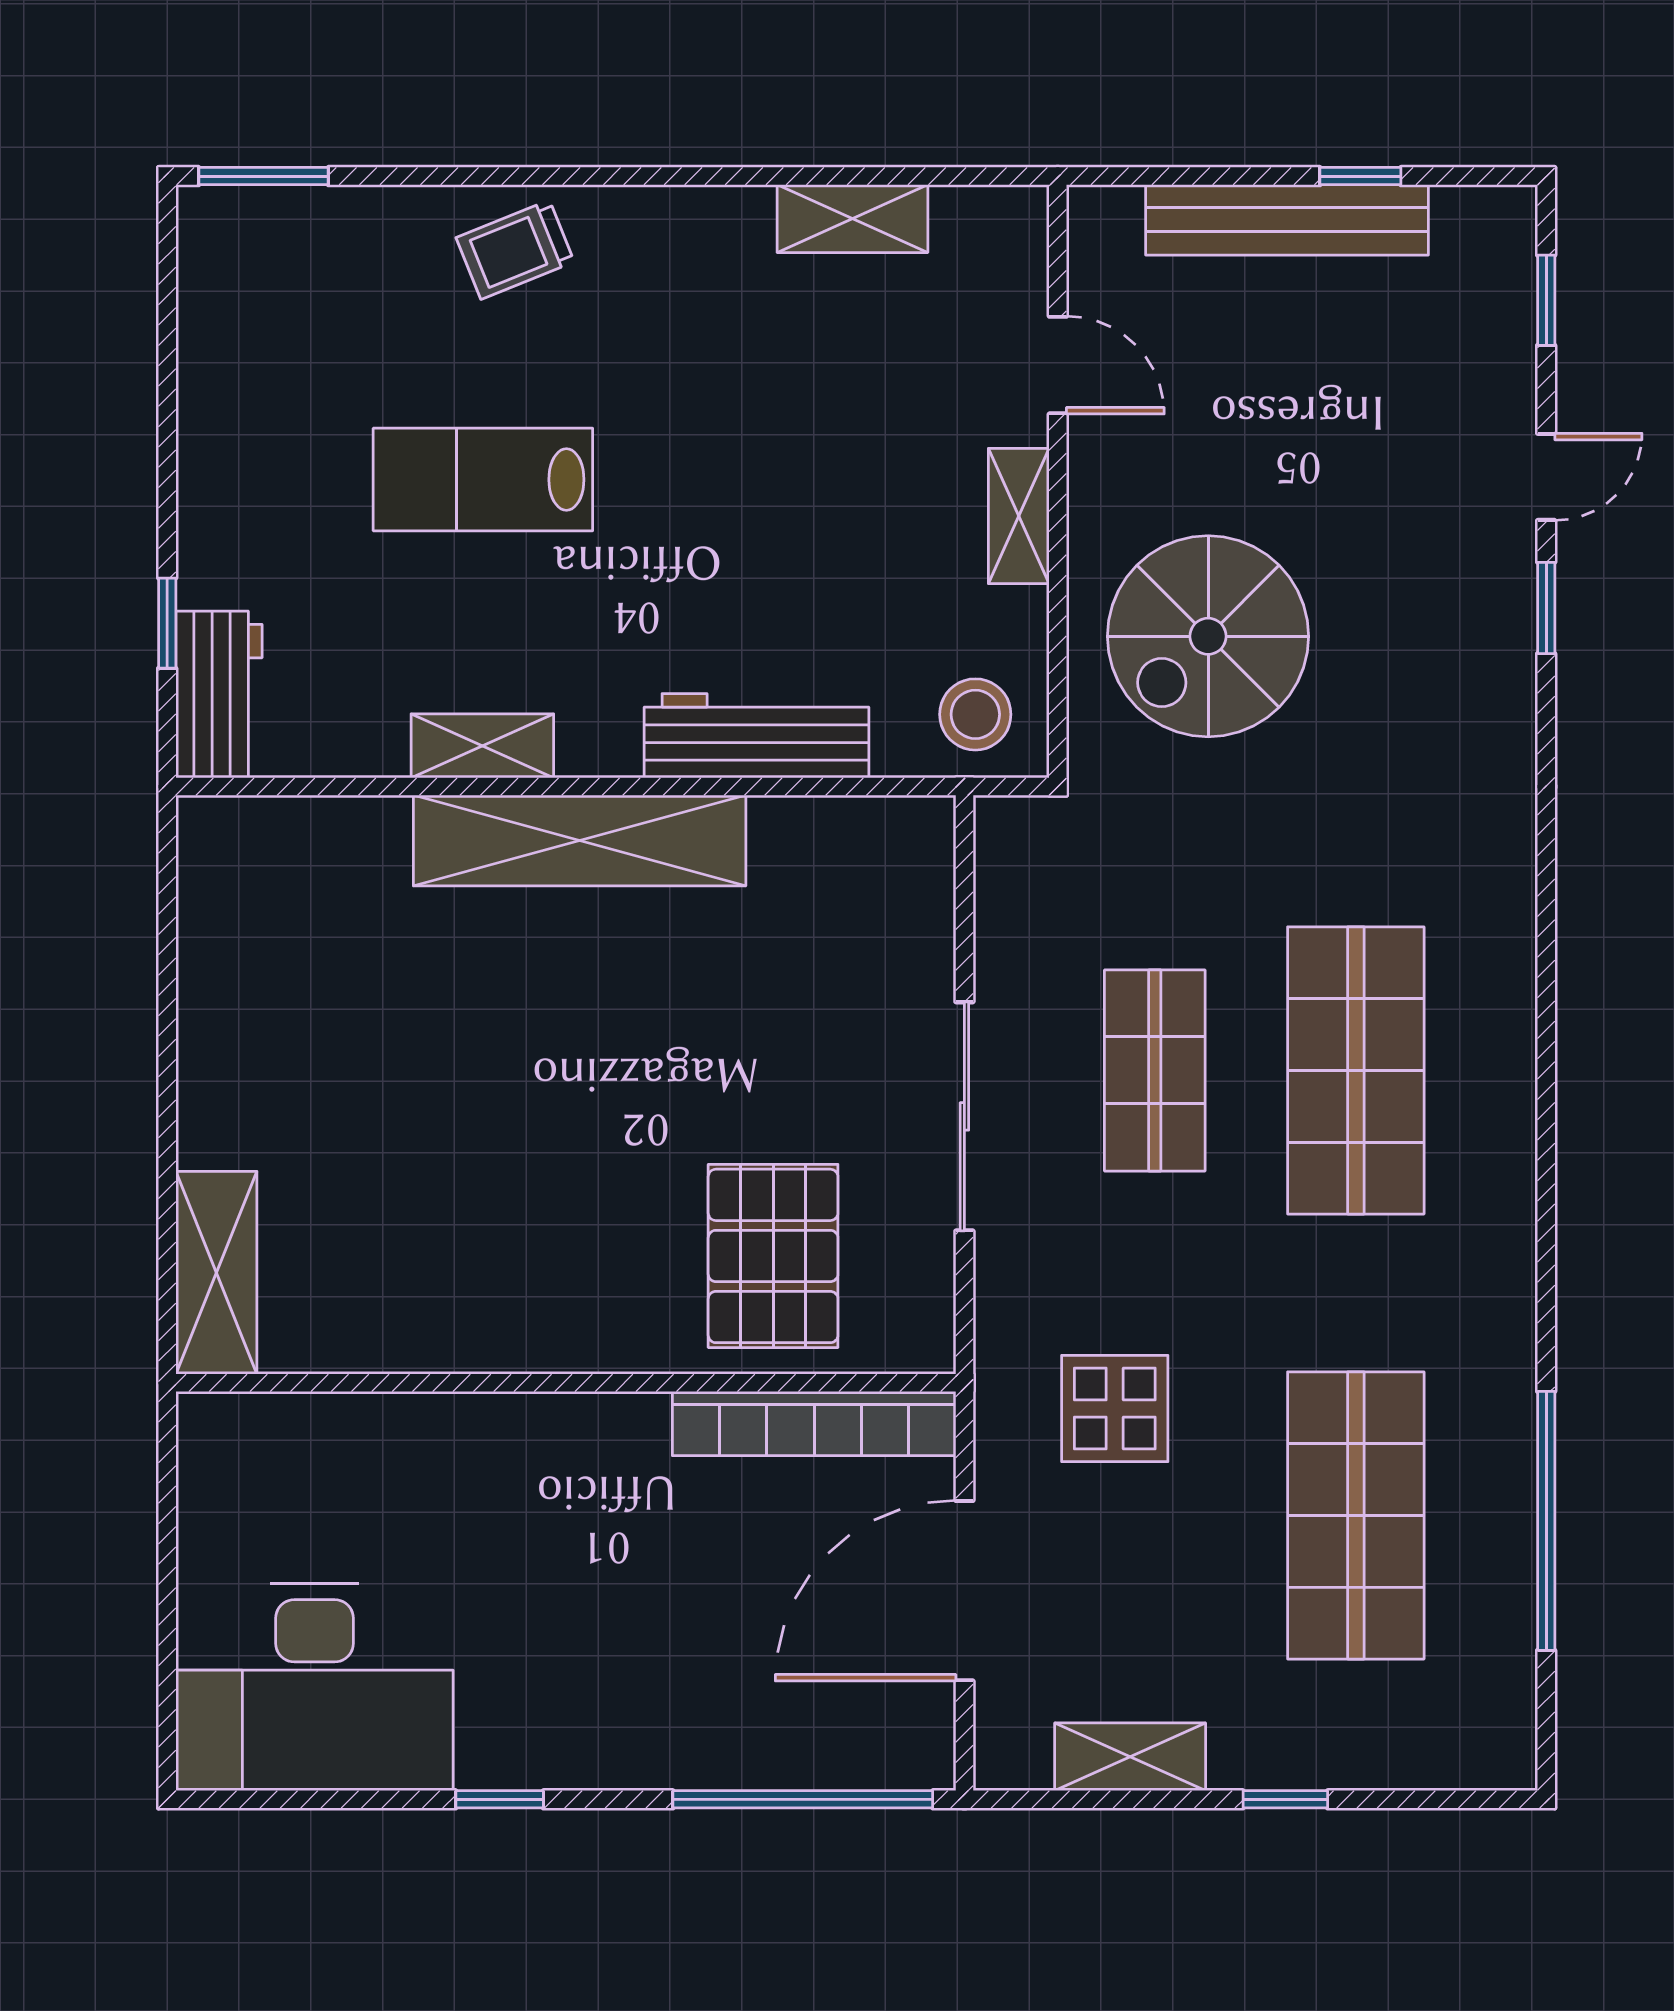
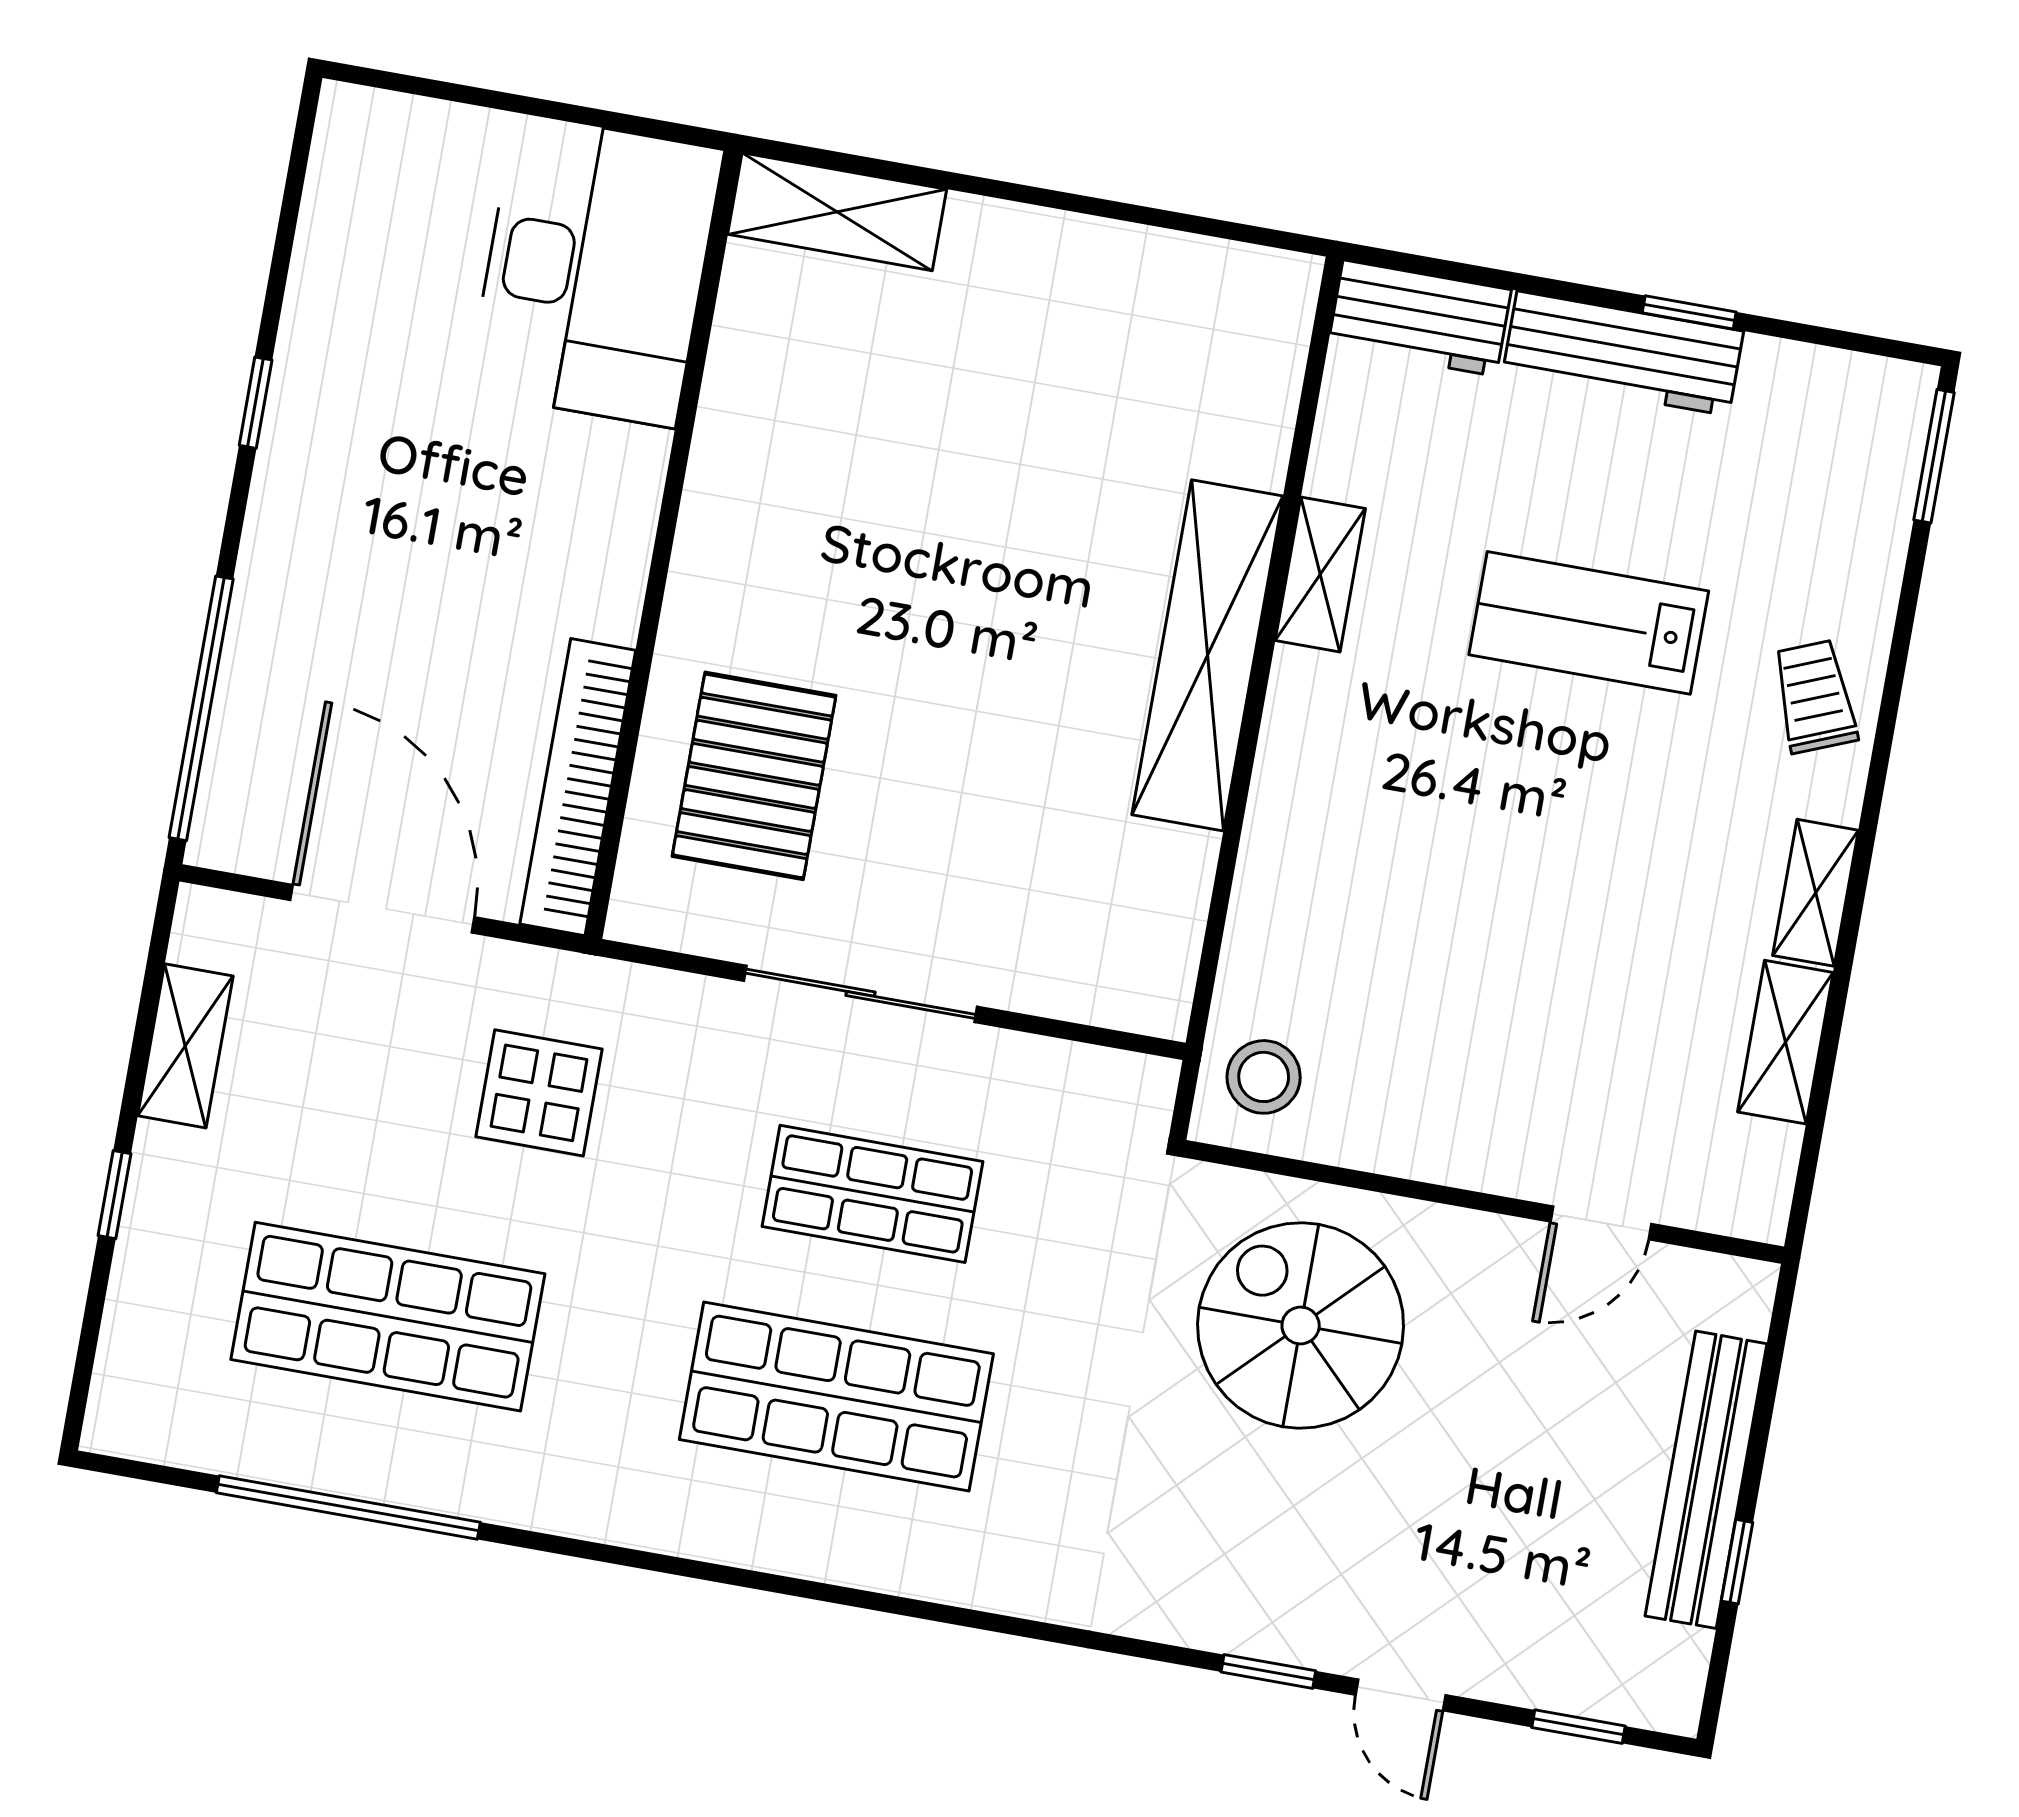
lab bench: (483, 480) -> (1589, 623), turned -90
shelving: (1019, 516) -> (1816, 893), moved, turned 90
window: (167, 623) -> (1689, 312), moved
workbench: (756, 736) -> (1623, 353), moved, turned 90
pallet: (773, 1256) -> (754, 776), turned 90
desk: (314, 1687) -> (595, 271), moved, turned 180

